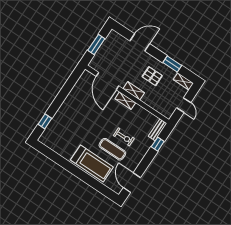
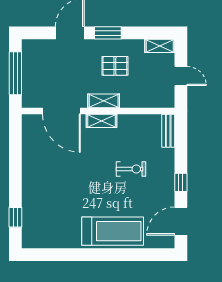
window: (96, 44) -> (15, 73), width x1.44
window: (172, 64) -> (108, 33), moved
window: (158, 144) -> (181, 182), moved
exercise mat: (112, 149) -> (127, 195), removed
door: (132, 183) -> (181, 221), hinge flipped

